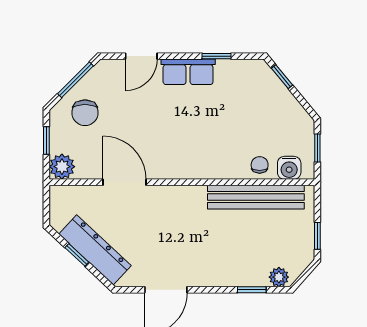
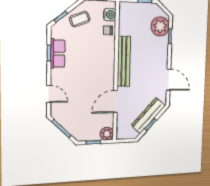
row of seats: (188, 72) -> (58, 54), moved
coffee table: (279, 111) -> (80, 19), added
chair: (85, 113) -> (79, 123), removed
bench: (256, 197) -> (124, 61), moved
plant: (279, 277) -> (160, 26), width x1.87, depth x1.87

